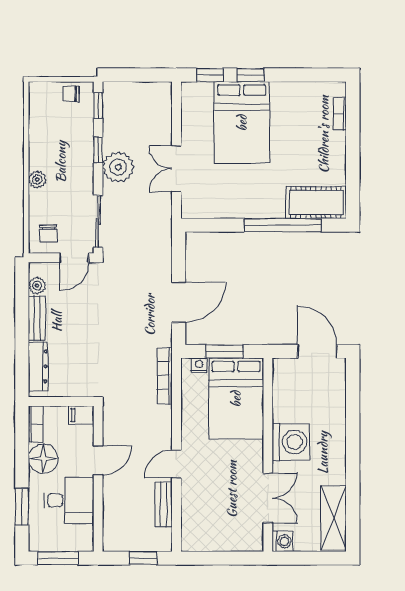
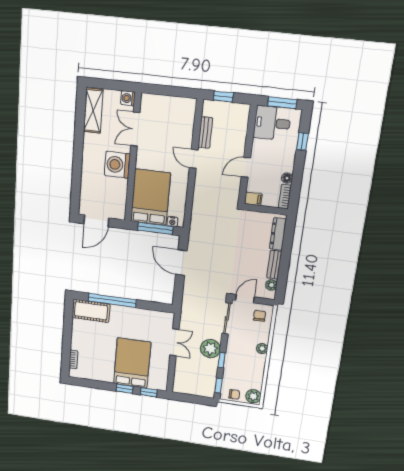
plant: (40, 96) -> (253, 396), added
door: (179, 302) -> (181, 263), hinge flipped
window: (224, 351) -> (155, 228), width x1.44
door: (317, 351) -> (96, 221), hinge flipped
bookcase: (165, 376) -> (195, 218), removed
floor lamp: (43, 459) -> (287, 178), width x0.53, depth x0.53
door: (176, 464) -> (194, 159), swing flipped
desk: (69, 500) -> (272, 123), moved
window: (22, 507) -> (302, 141), width x0.67

